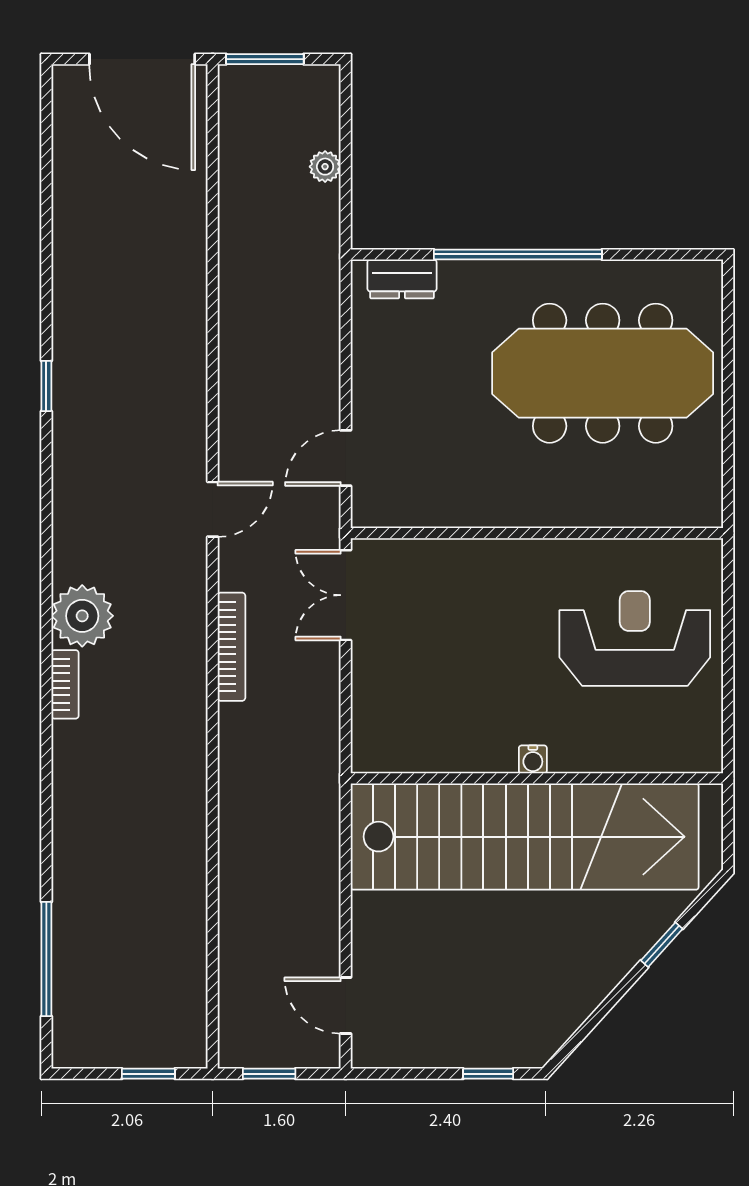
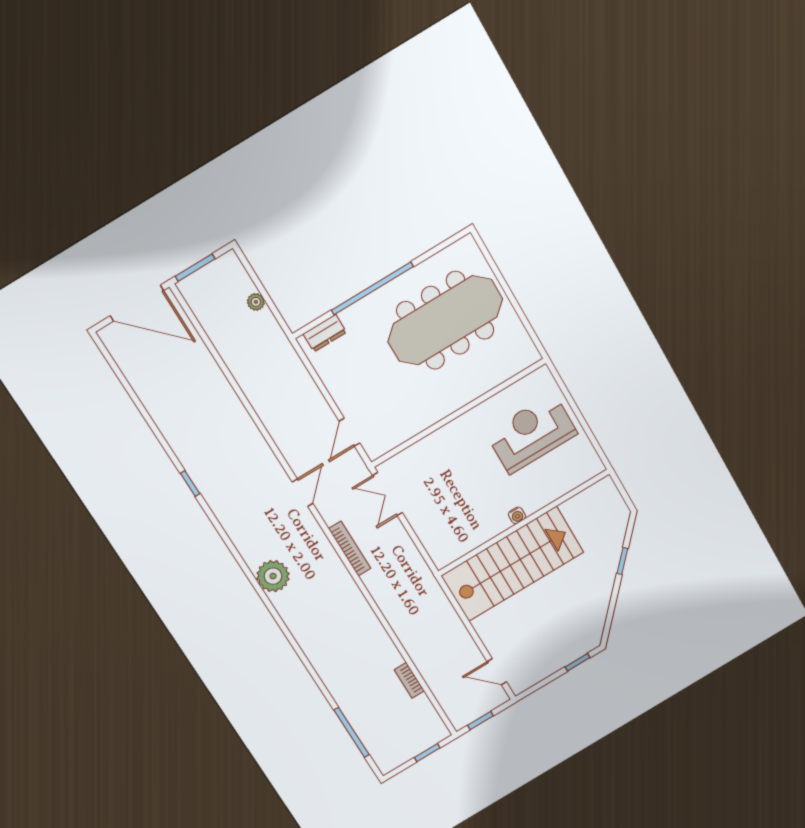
bookcase: (65, 684) -> (409, 680), moved, turned 180
stairs: (525, 837) -> (512, 564), width x0.73

